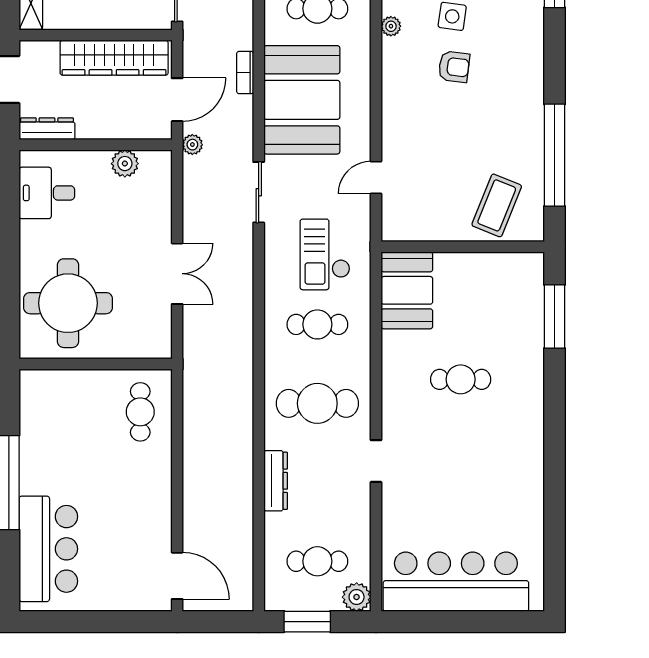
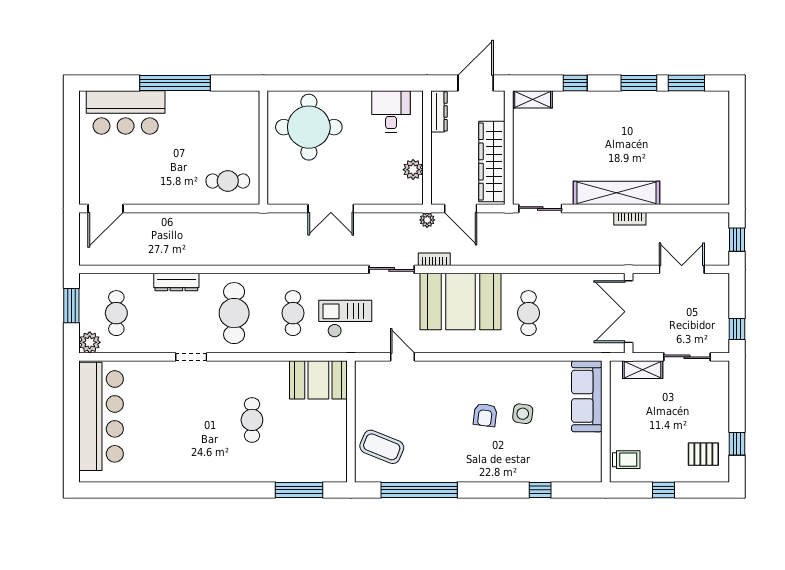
plant: (391, 26) -> (515, 368), removed
bookcase: (245, 72) -> (434, 259), moved

